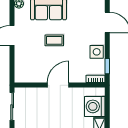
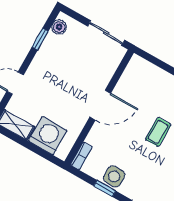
window: (107, 66) -> (105, 188), moved
door: (58, 85) -> (100, 105), hinge flipped

